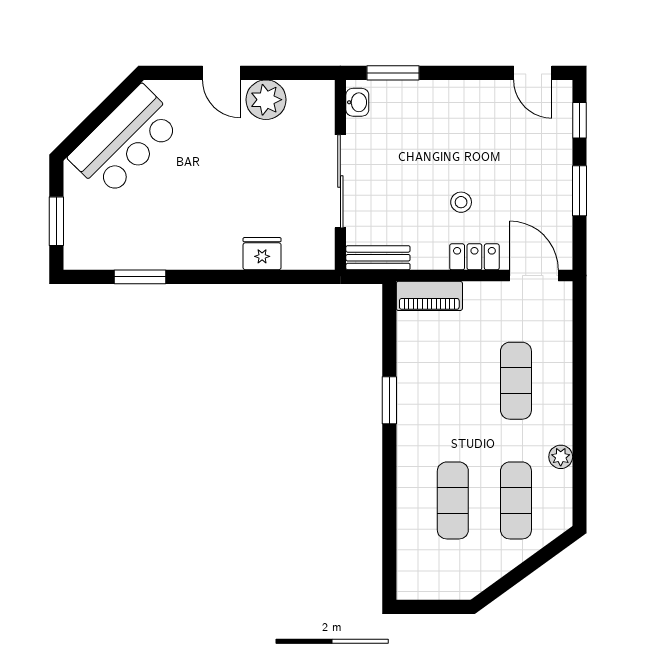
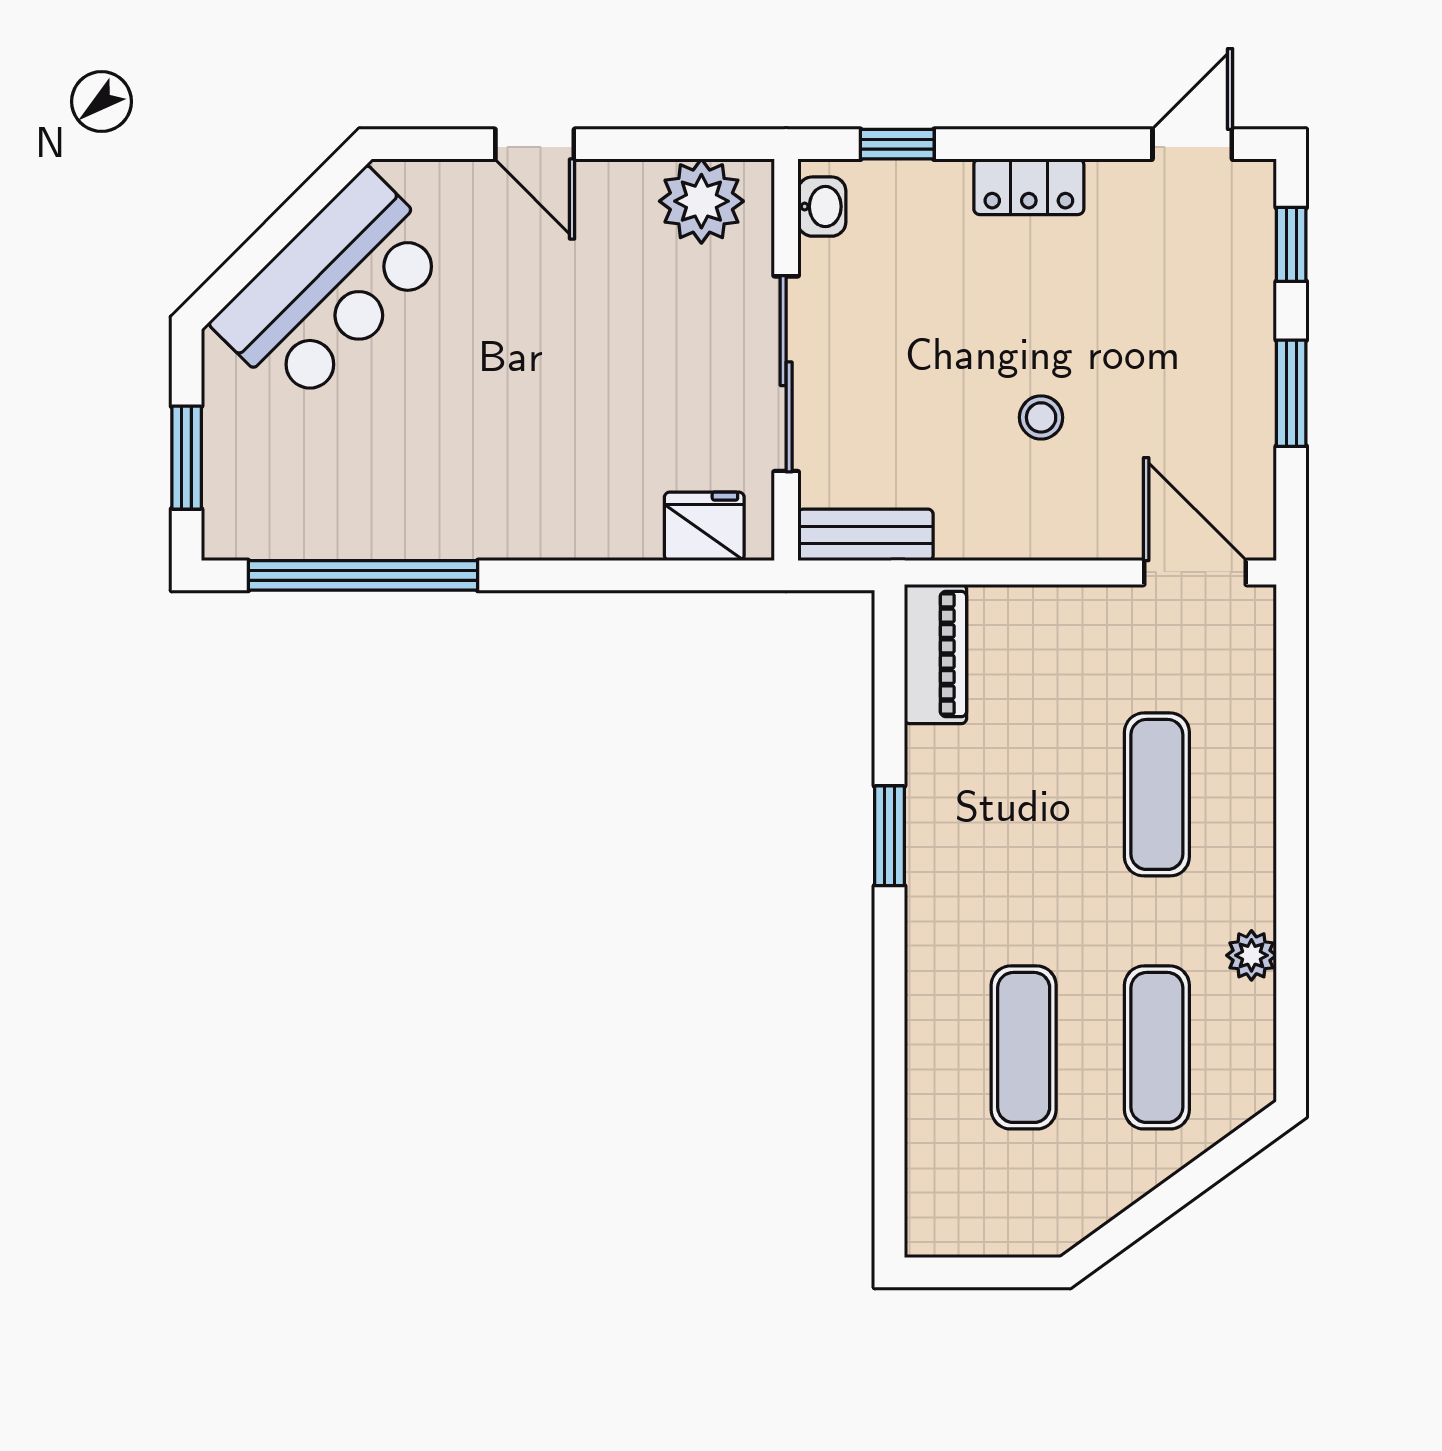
window: (393, 73) -> (897, 144), width x0.67
door: (533, 73) -> (1192, 144), swing flipped
plant: (266, 100) -> (701, 201), moved
fridge: (262, 254) -> (704, 526), moved
locker: (474, 257) -> (1029, 187), moved, turned 180
window: (140, 277) -> (363, 575), width x2.11
piano: (429, 296) -> (935, 654), moved, turned -90

